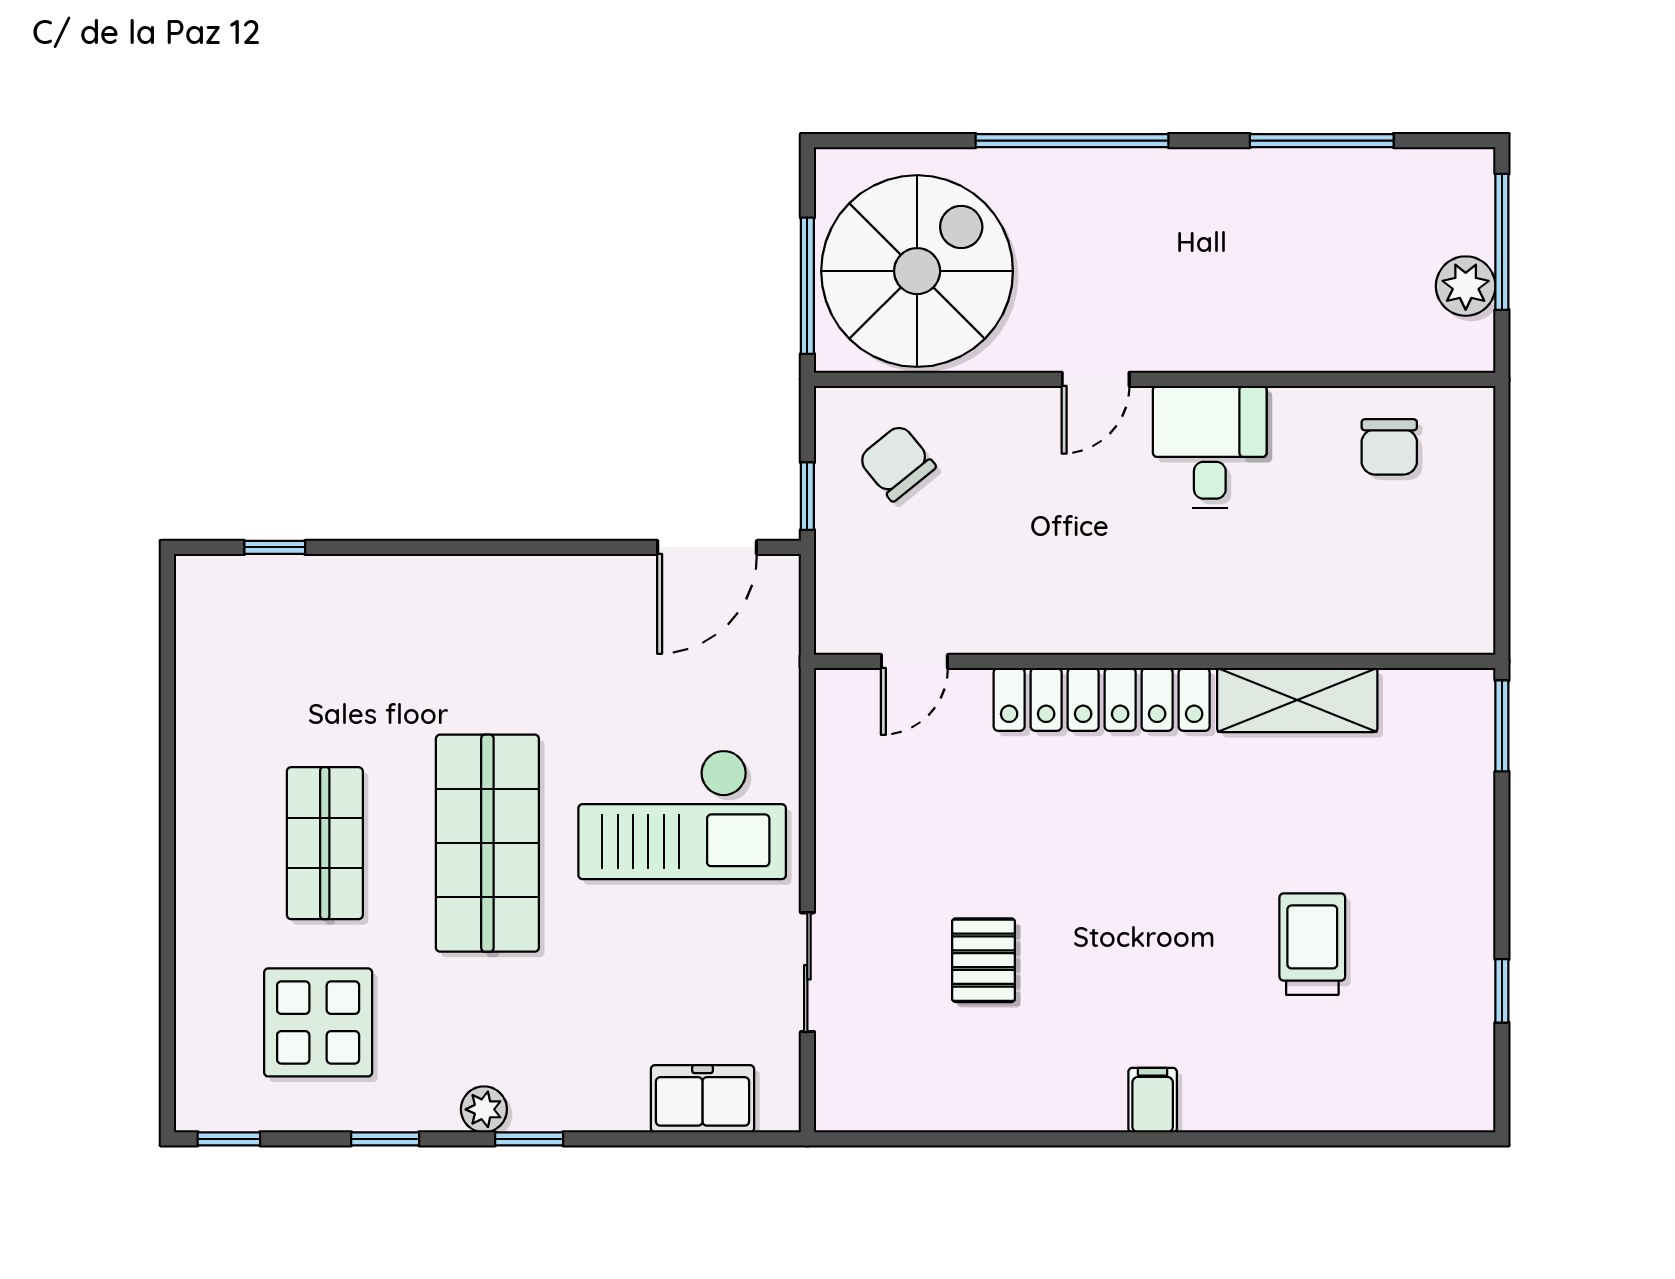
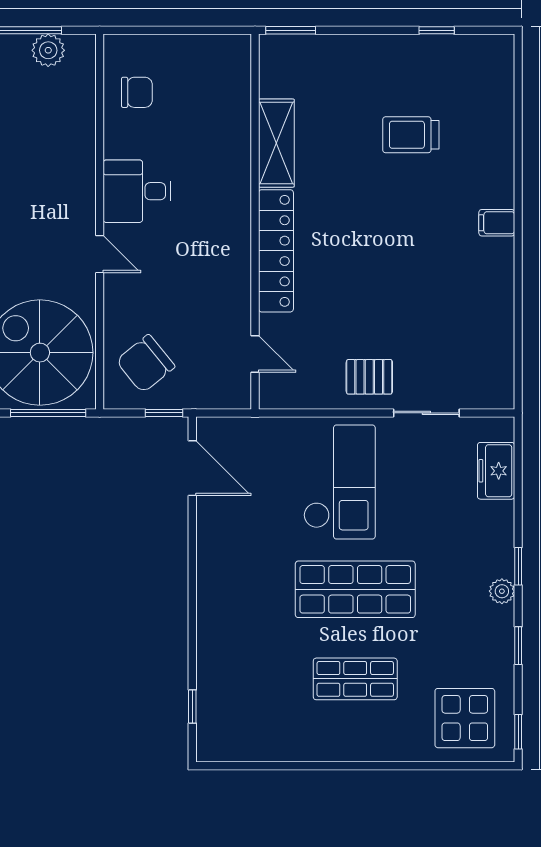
chair: (897, 463) -> (146, 364), width x1.37, depth x1.37
pallet: (984, 960) -> (369, 377), moved
display table: (318, 1022) -> (465, 718), moved

